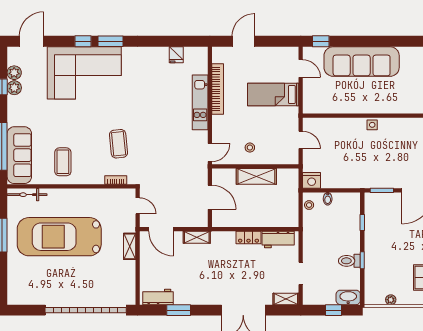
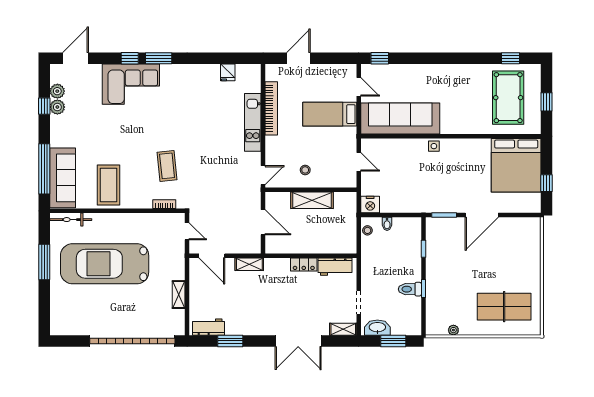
sofa: (362, 62) -> (400, 119), moved, turned 180
corner sofa: (84, 73) -> (131, 84), width x0.73, depth x0.74
coffee table: (63, 162) -> (109, 185), width x1.36, depth x1.32
shelving: (130, 246) -> (179, 295), moved
washbasin: (348, 297) -> (377, 328), moved
window: (334, 310) -> (393, 341), width x1.50

